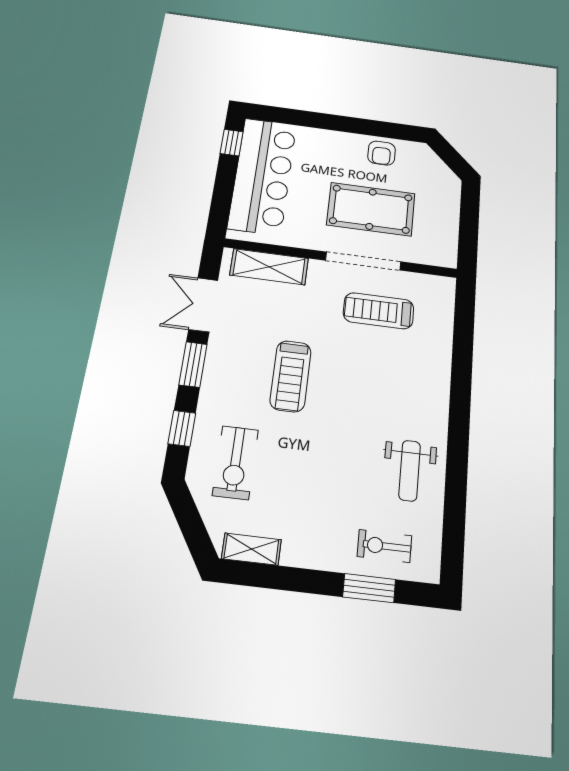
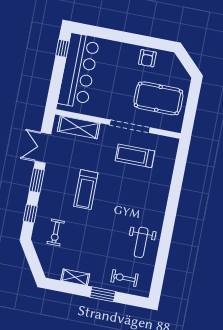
pool table: (371, 209) -> (158, 98), moved
exercise bike: (235, 462) -> (56, 233), width x0.73, depth x0.72
shelving: (251, 549) -> (75, 277), moved
window: (369, 588) -> (103, 294), moved

